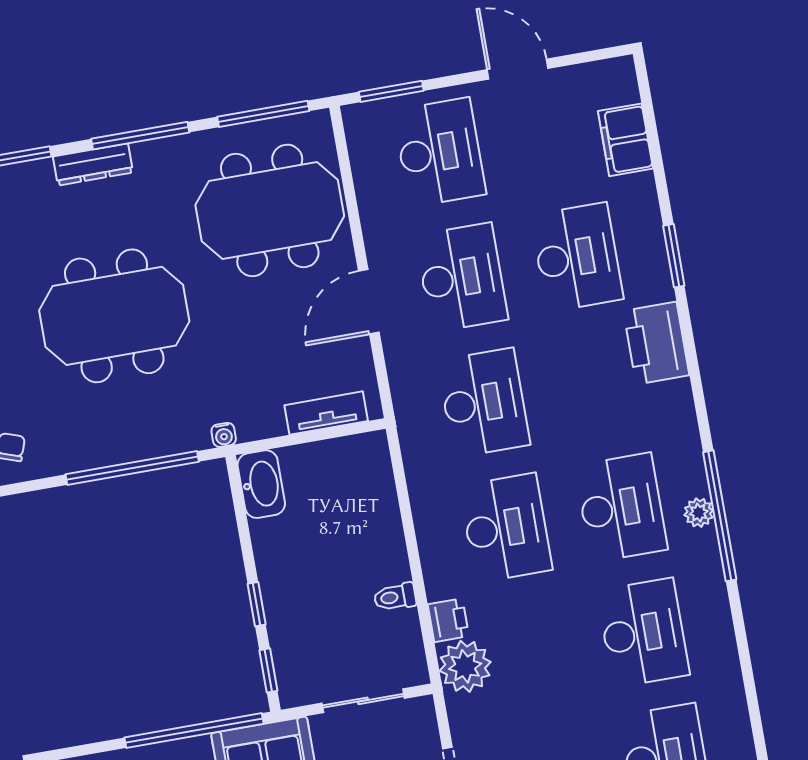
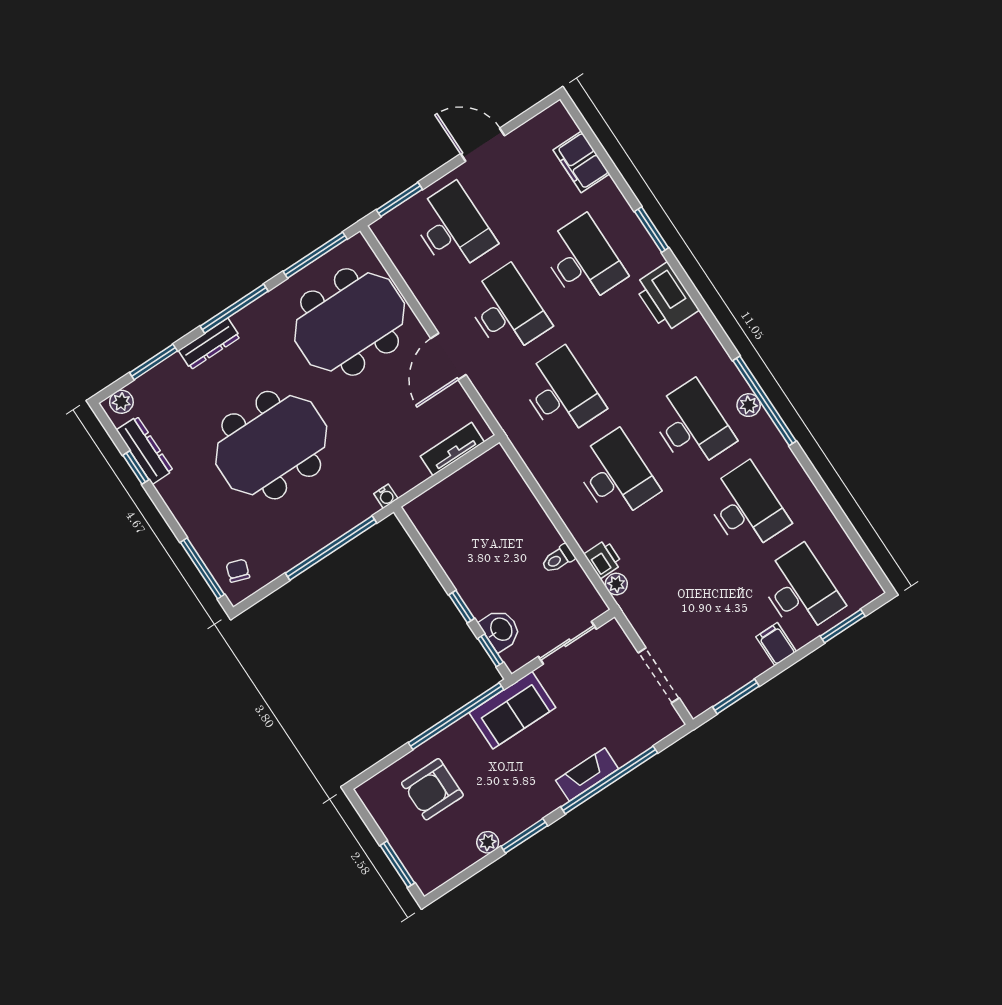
washbasin: (261, 484) -> (501, 630), moved, width x0.72
plant: (465, 666) -> (616, 584), width x0.53, depth x0.53

